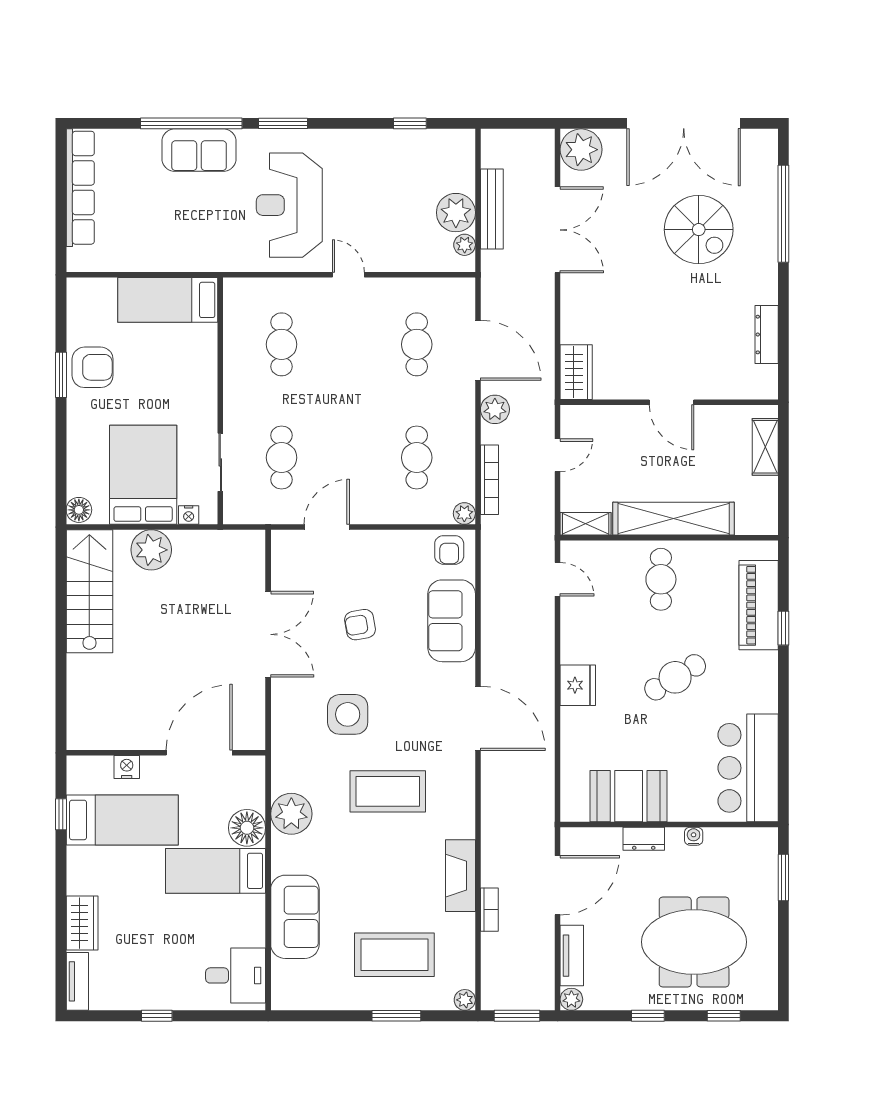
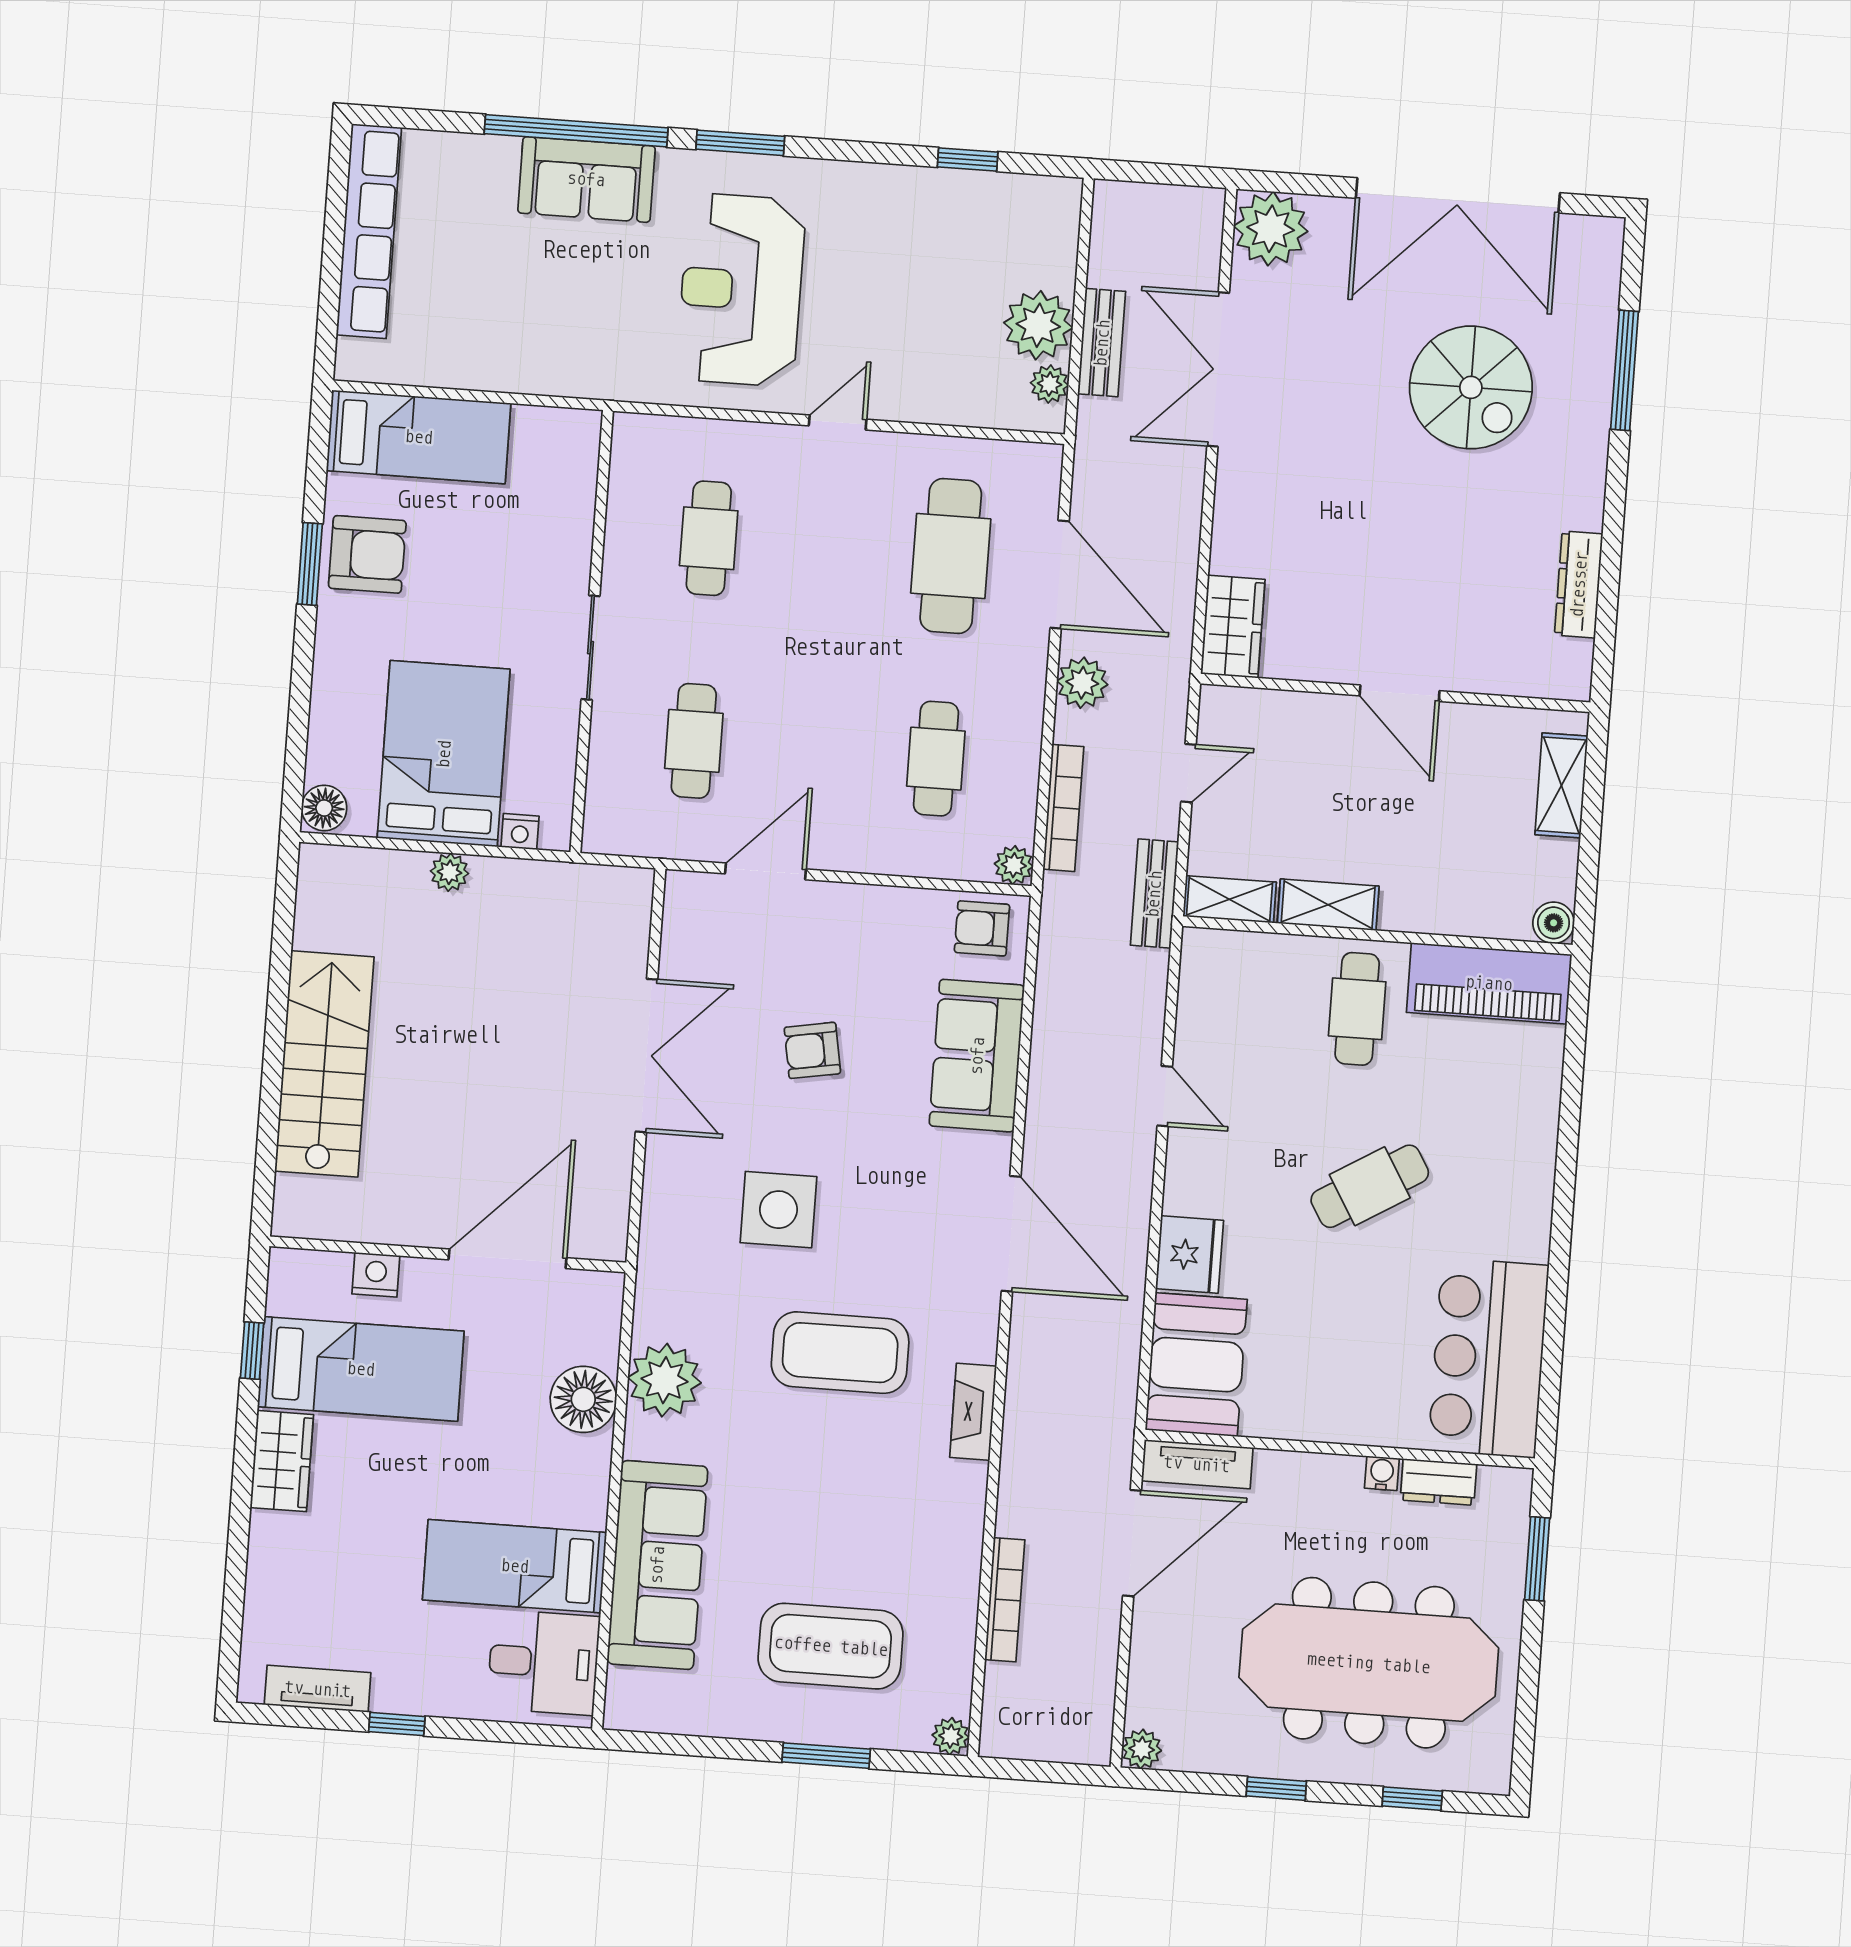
bench: (492, 209) -> (1102, 343), width x0.73
window: (783, 214) -> (1624, 370), width x0.68
double door: (558, 230) -> (1218, 369), swing flipped
door: (348, 275) -> (838, 422), hinge flipped
bed: (168, 300) -> (419, 437), moved, turned 180
cafe table: (417, 344) -> (951, 556), width x1.37, depth x1.35
sliding door: (220, 462) -> (590, 648), moved
shelving: (674, 519) -> (1328, 905), width x0.45, depth x0.75
bench: (544, 524) -> (1154, 894), added
boiler: (766, 524) -> (1554, 923), added
plant: (151, 550) -> (450, 872), width x0.53, depth x0.53
armchair: (449, 550) -> (982, 928), turned 90
door: (558, 579) -> (1165, 1096), moved
stairs: (89, 591) -> (324, 1064), moved
piano: (759, 605) -> (1489, 983), moved, turned -90
window: (783, 628) -> (1570, 1112), removed
fridge: (578, 685) -> (1189, 1255), moved
booth: (629, 796) -> (1196, 1365), moved, turned 90
dresser: (644, 839) -> (1438, 1482), moved
bed: (216, 871) -> (515, 1566), moved
fireplace: (460, 876) -> (973, 1412), moved, width x0.73, depth x0.76
bookcase: (489, 910) -> (1005, 1600), width x1.56
sofa: (295, 917) -> (657, 1565), width x1.36
wardrobe: (82, 923) -> (282, 1461), moved
meeting table: (694, 942) -> (1369, 1663), width x1.36
tv unit: (572, 956) -> (1197, 1464), moved, turned 90
tv unit: (77, 981) -> (318, 1689), moved, turned -90
window: (517, 1016) -> (1042, 1771), removed

